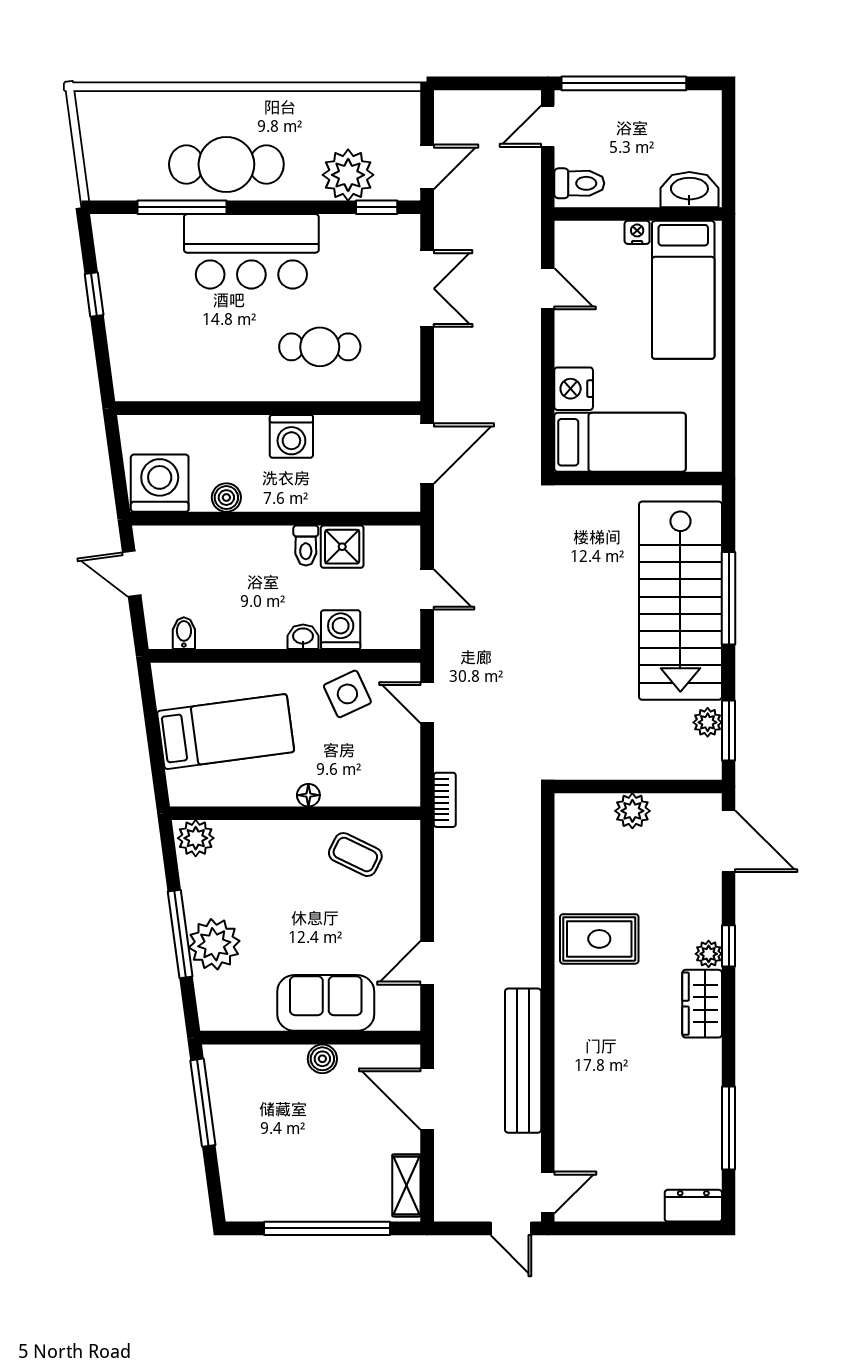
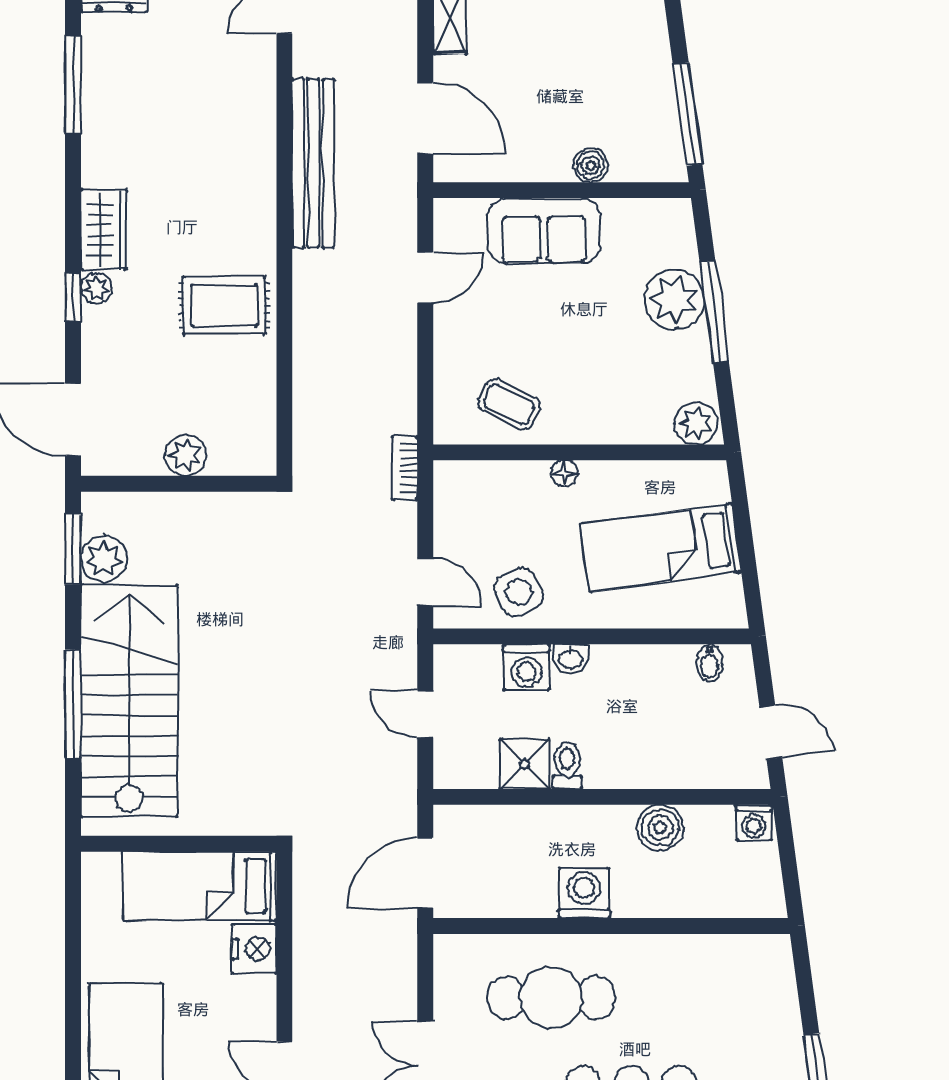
cafe table: (320, 347) -> (551, 998), width x1.37, depth x1.35
washing machine: (160, 483) -> (754, 822), width x0.53, depth x0.53
boiler: (226, 498) -> (660, 828), width x1.36, depth x1.36
plant: (708, 722) -> (104, 559), width x1.38, depth x1.38
boiler: (322, 1059) -> (591, 165), moved

